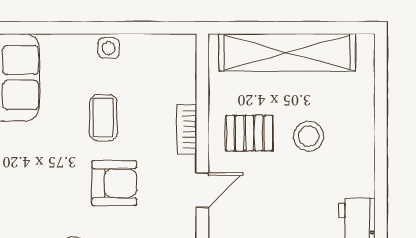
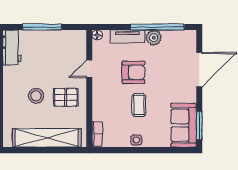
bookcase: (187, 129) -> (97, 134), moved
armchair: (114, 183) -> (133, 72), turned 180

